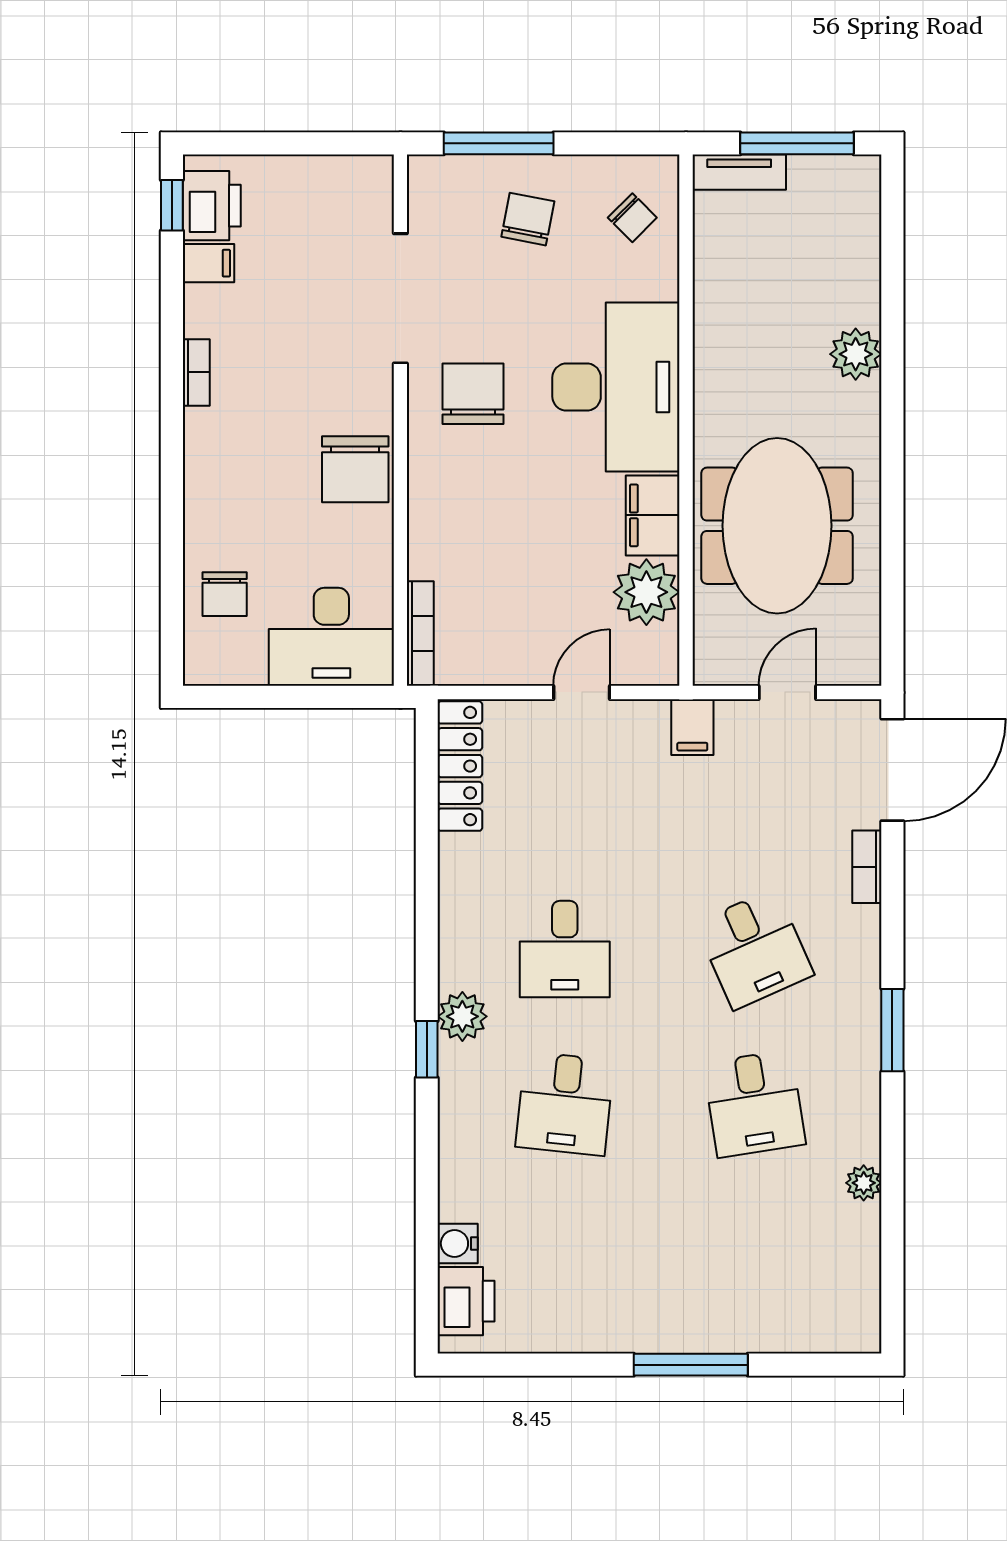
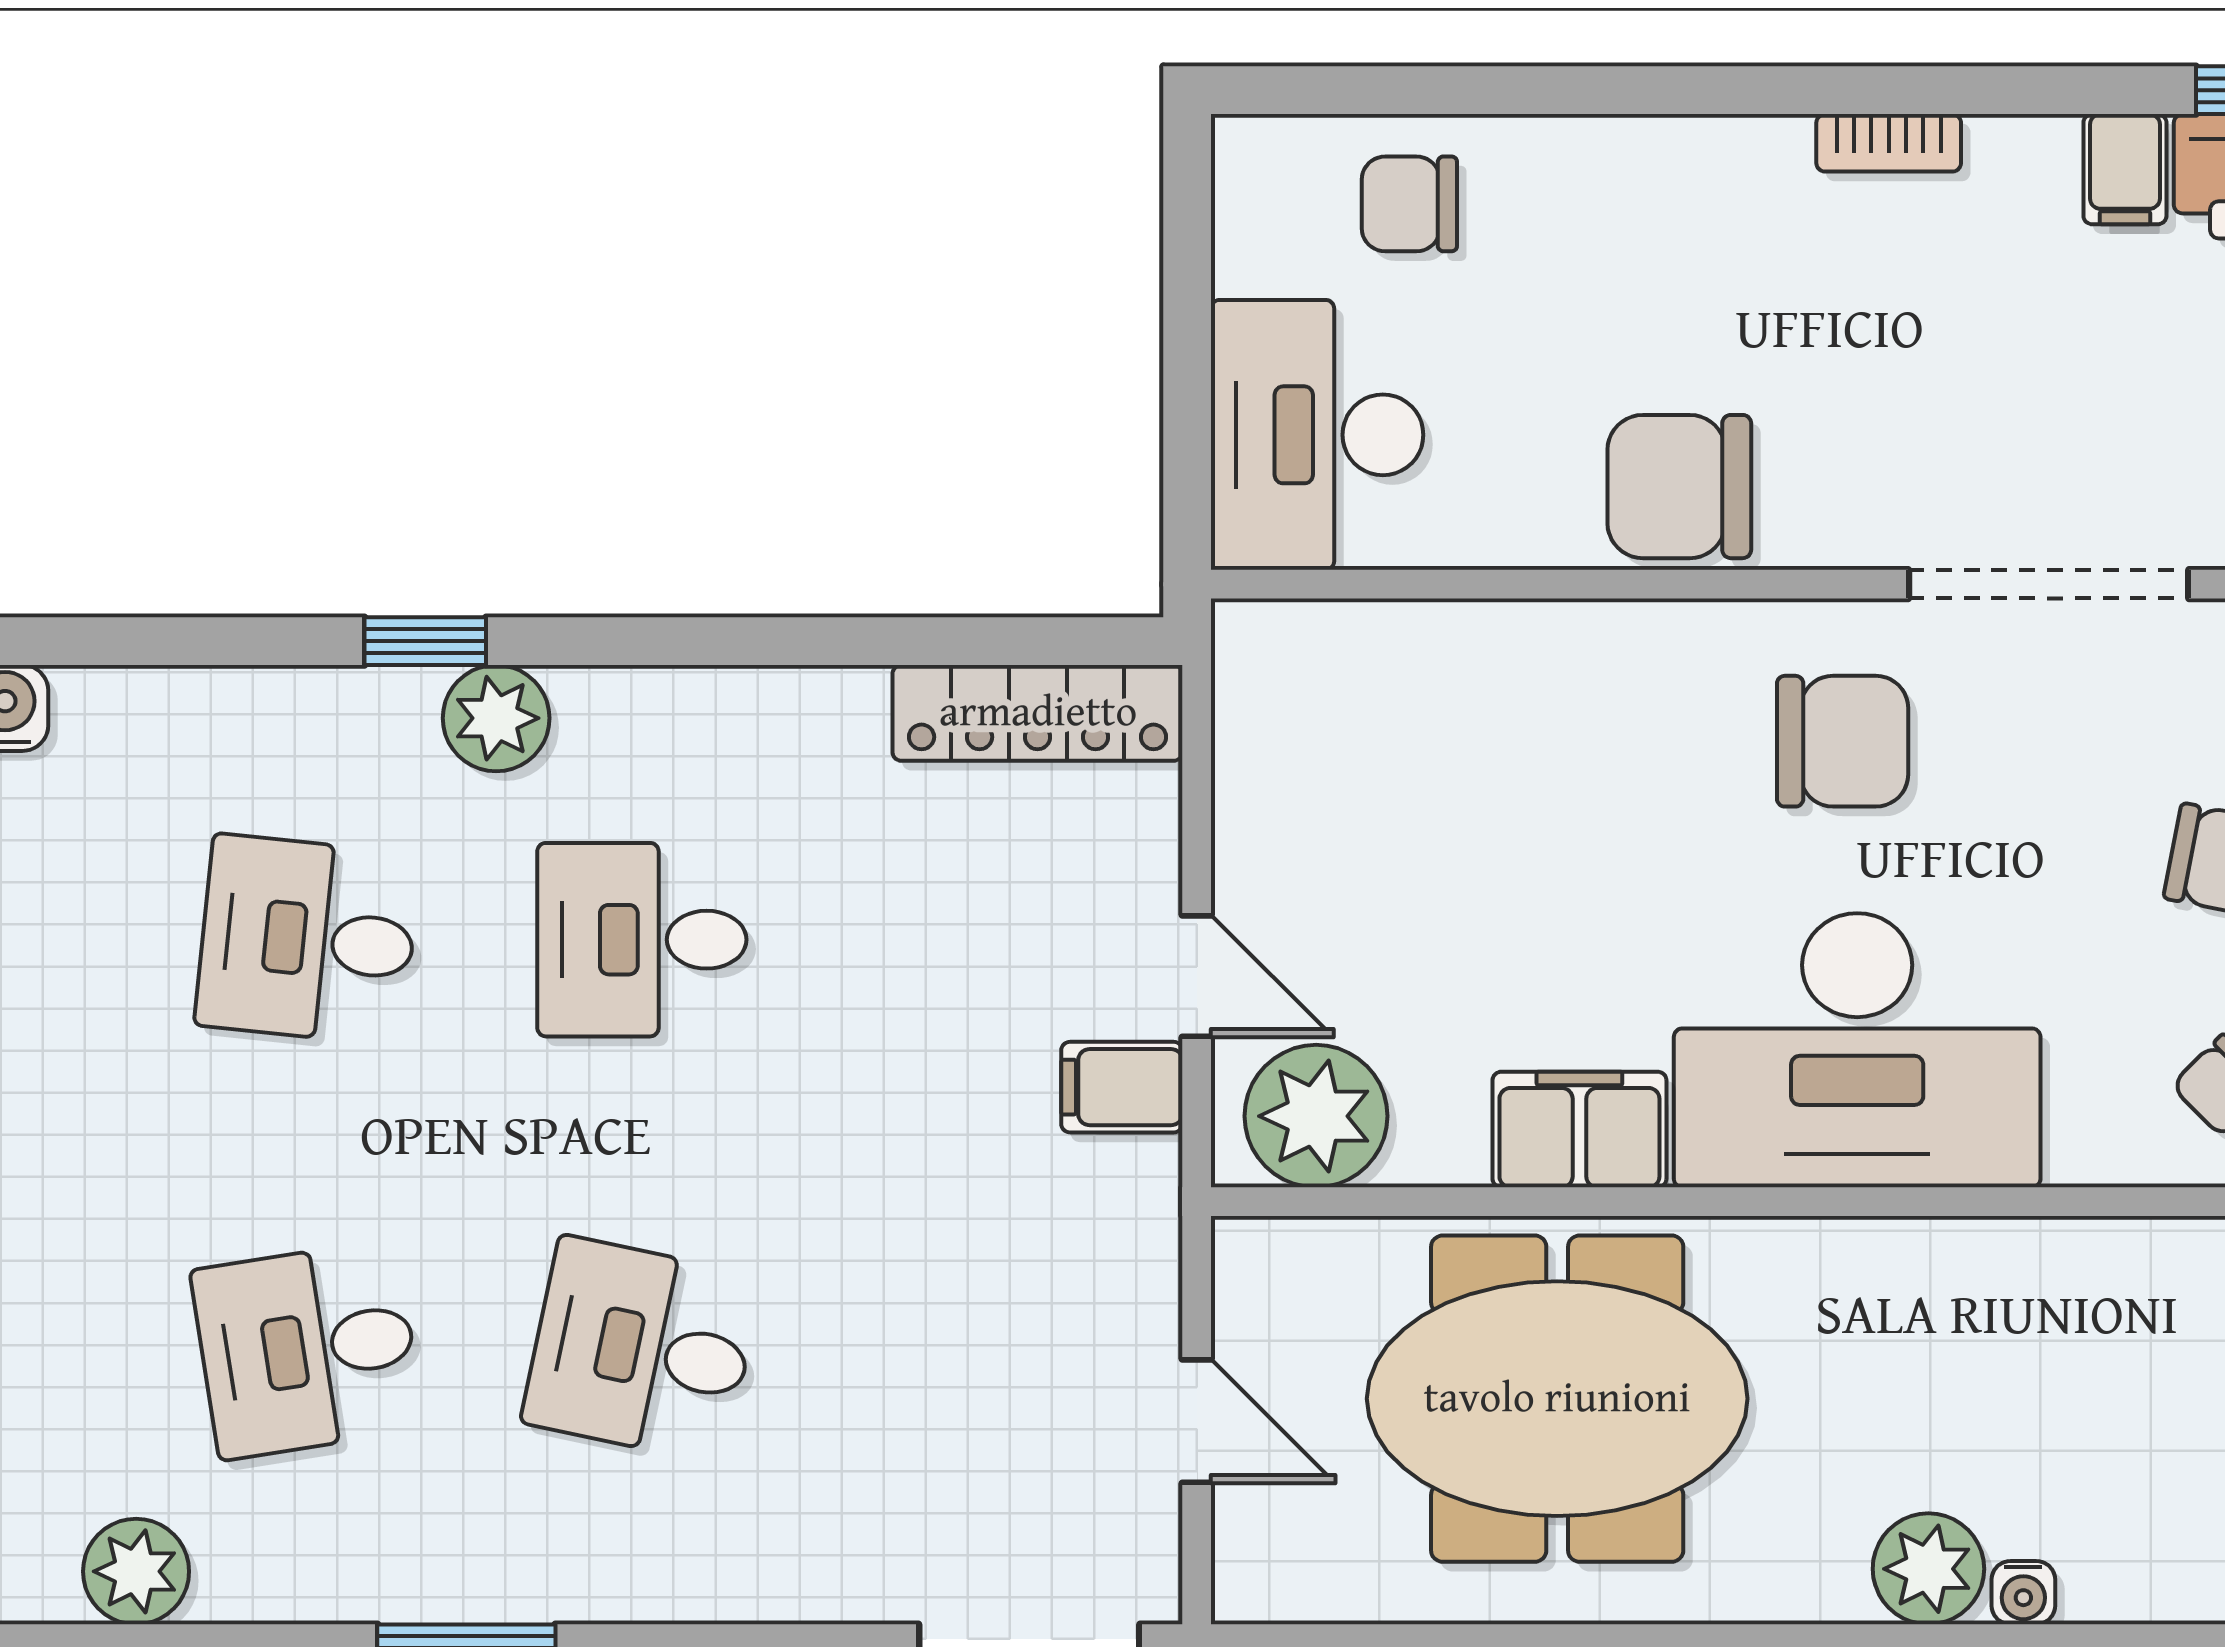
water cooler: (867, 310) -> (2023, 1593), added
plant: (646, 592) -> (1316, 1116), moved
bookcase: (420, 634) -> (1324, 627), removed
filing cabinet: (692, 727) -> (1122, 1087), moved
bookcase: (867, 867) -> (820, 1593), removed
desk: (754, 949) -> (642, 1350), turned 36
plant: (864, 1183) -> (136, 1571), width x1.38, depth x1.38

